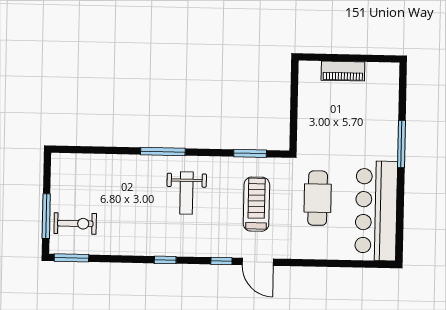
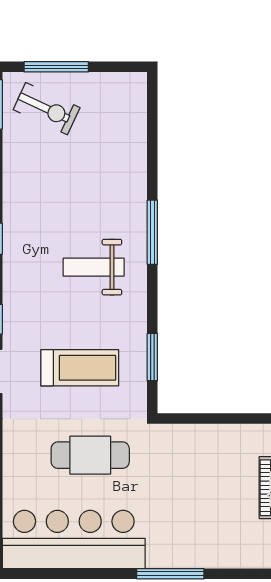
exercise bike: (75, 224) -> (47, 109), turned -65

